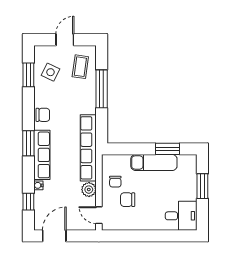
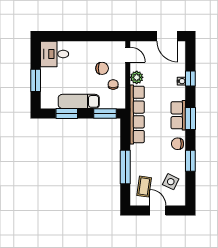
door: (65, 40) -> (158, 210), swing flipped
window: (28, 75) -> (190, 161), moved
window: (124, 149) -> (105, 113), added
row of seats: (42, 155) -> (178, 115), width x0.68
window: (28, 202) -> (190, 79), moved
door: (54, 236) -> (167, 36), hinge flipped

